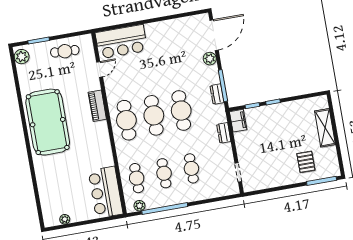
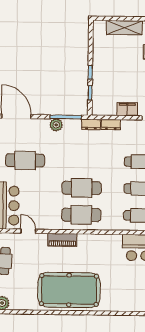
plant: (210, 59) -> (56, 125), moved
dresser: (217, 94) -> (91, 124), moved
cafe table: (181, 111) -> (25, 160), moved
filing cabinet: (238, 121) -> (127, 109), moved

